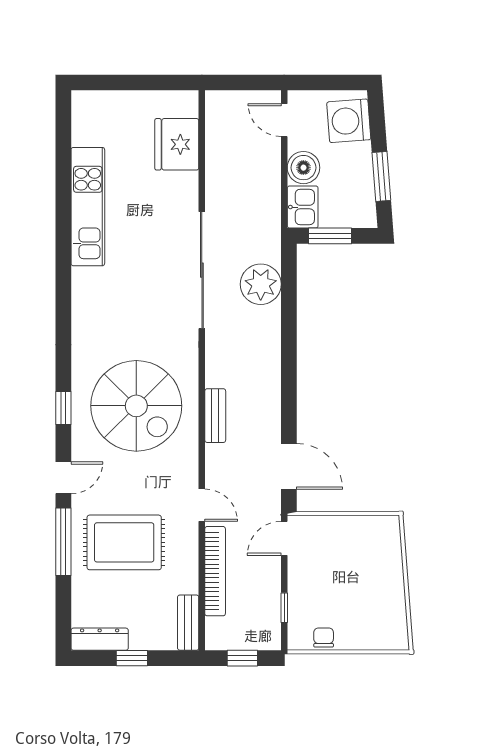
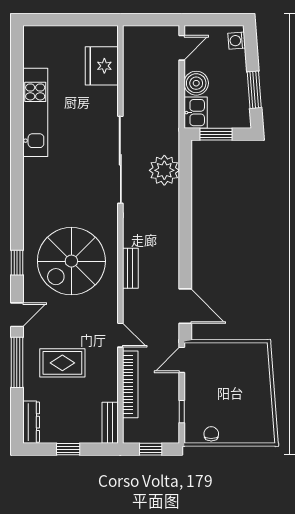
door: (284, 120) -> (182, 48), swing flipped
washing machine: (349, 121) -> (237, 41), width x0.53, depth x0.53
spiral stairs: (136, 406) -> (71, 261), turned 90
rug: (124, 542) -> (62, 363), width x0.73, depth x0.70
dresser: (100, 639) -> (31, 422), moved, turned 90

